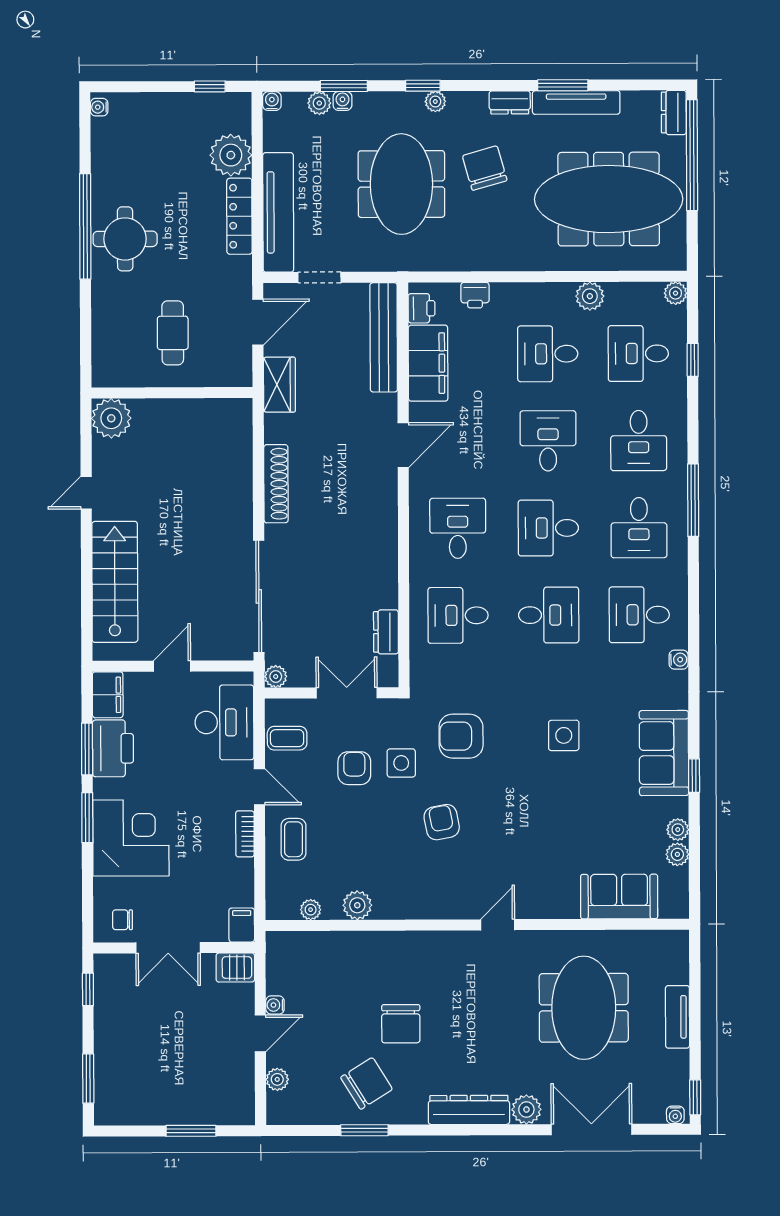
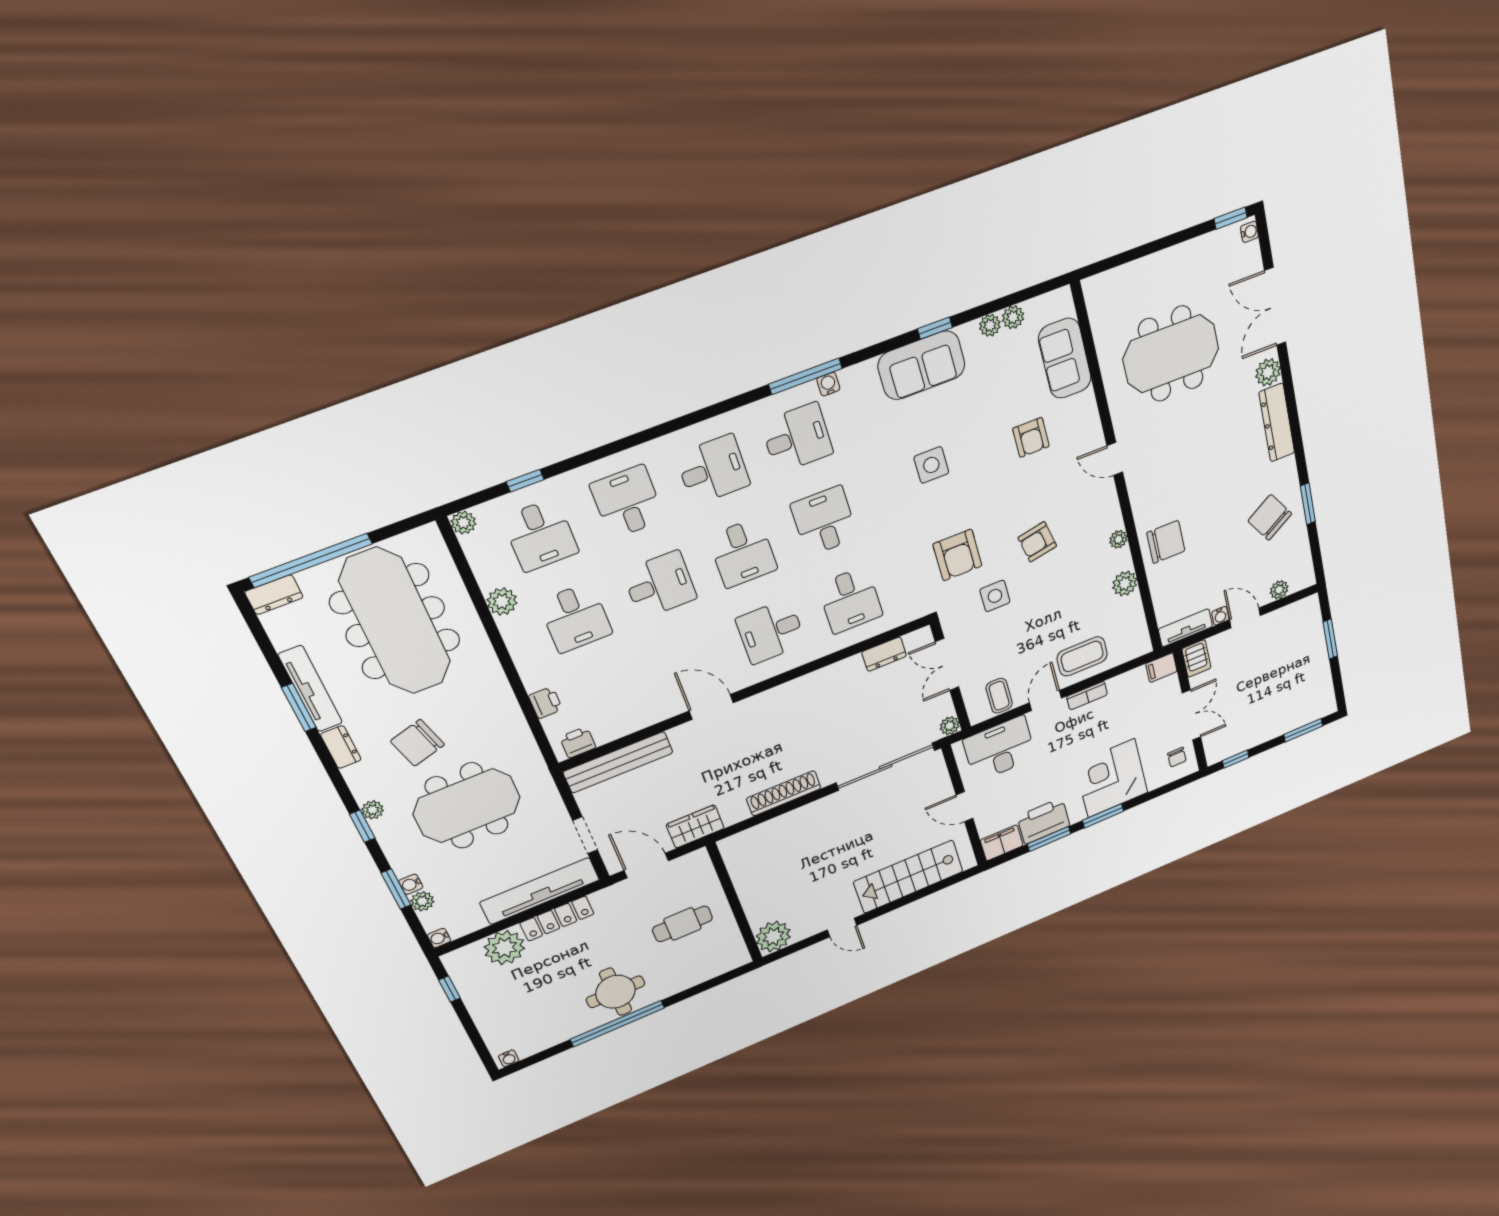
filing cabinet: (428, 363) -> (627, 717), removed
desk: (548, 441) -> (660, 585), turned 180
desk: (639, 441) -> (627, 502), turned -90
window: (693, 500) -> (805, 376), moved
desk: (639, 615) -> (797, 438), turned -90
armchair: (354, 768) -> (1031, 437), moved, turned -90
coffee table: (293, 839) -> (1082, 656), width x1.36, depth x1.30
plant: (311, 910) -> (1118, 539), moved
tv unit: (678, 1017) -> (1185, 628), moved, turned 180
chair: (401, 1024) -> (1166, 542), moved

